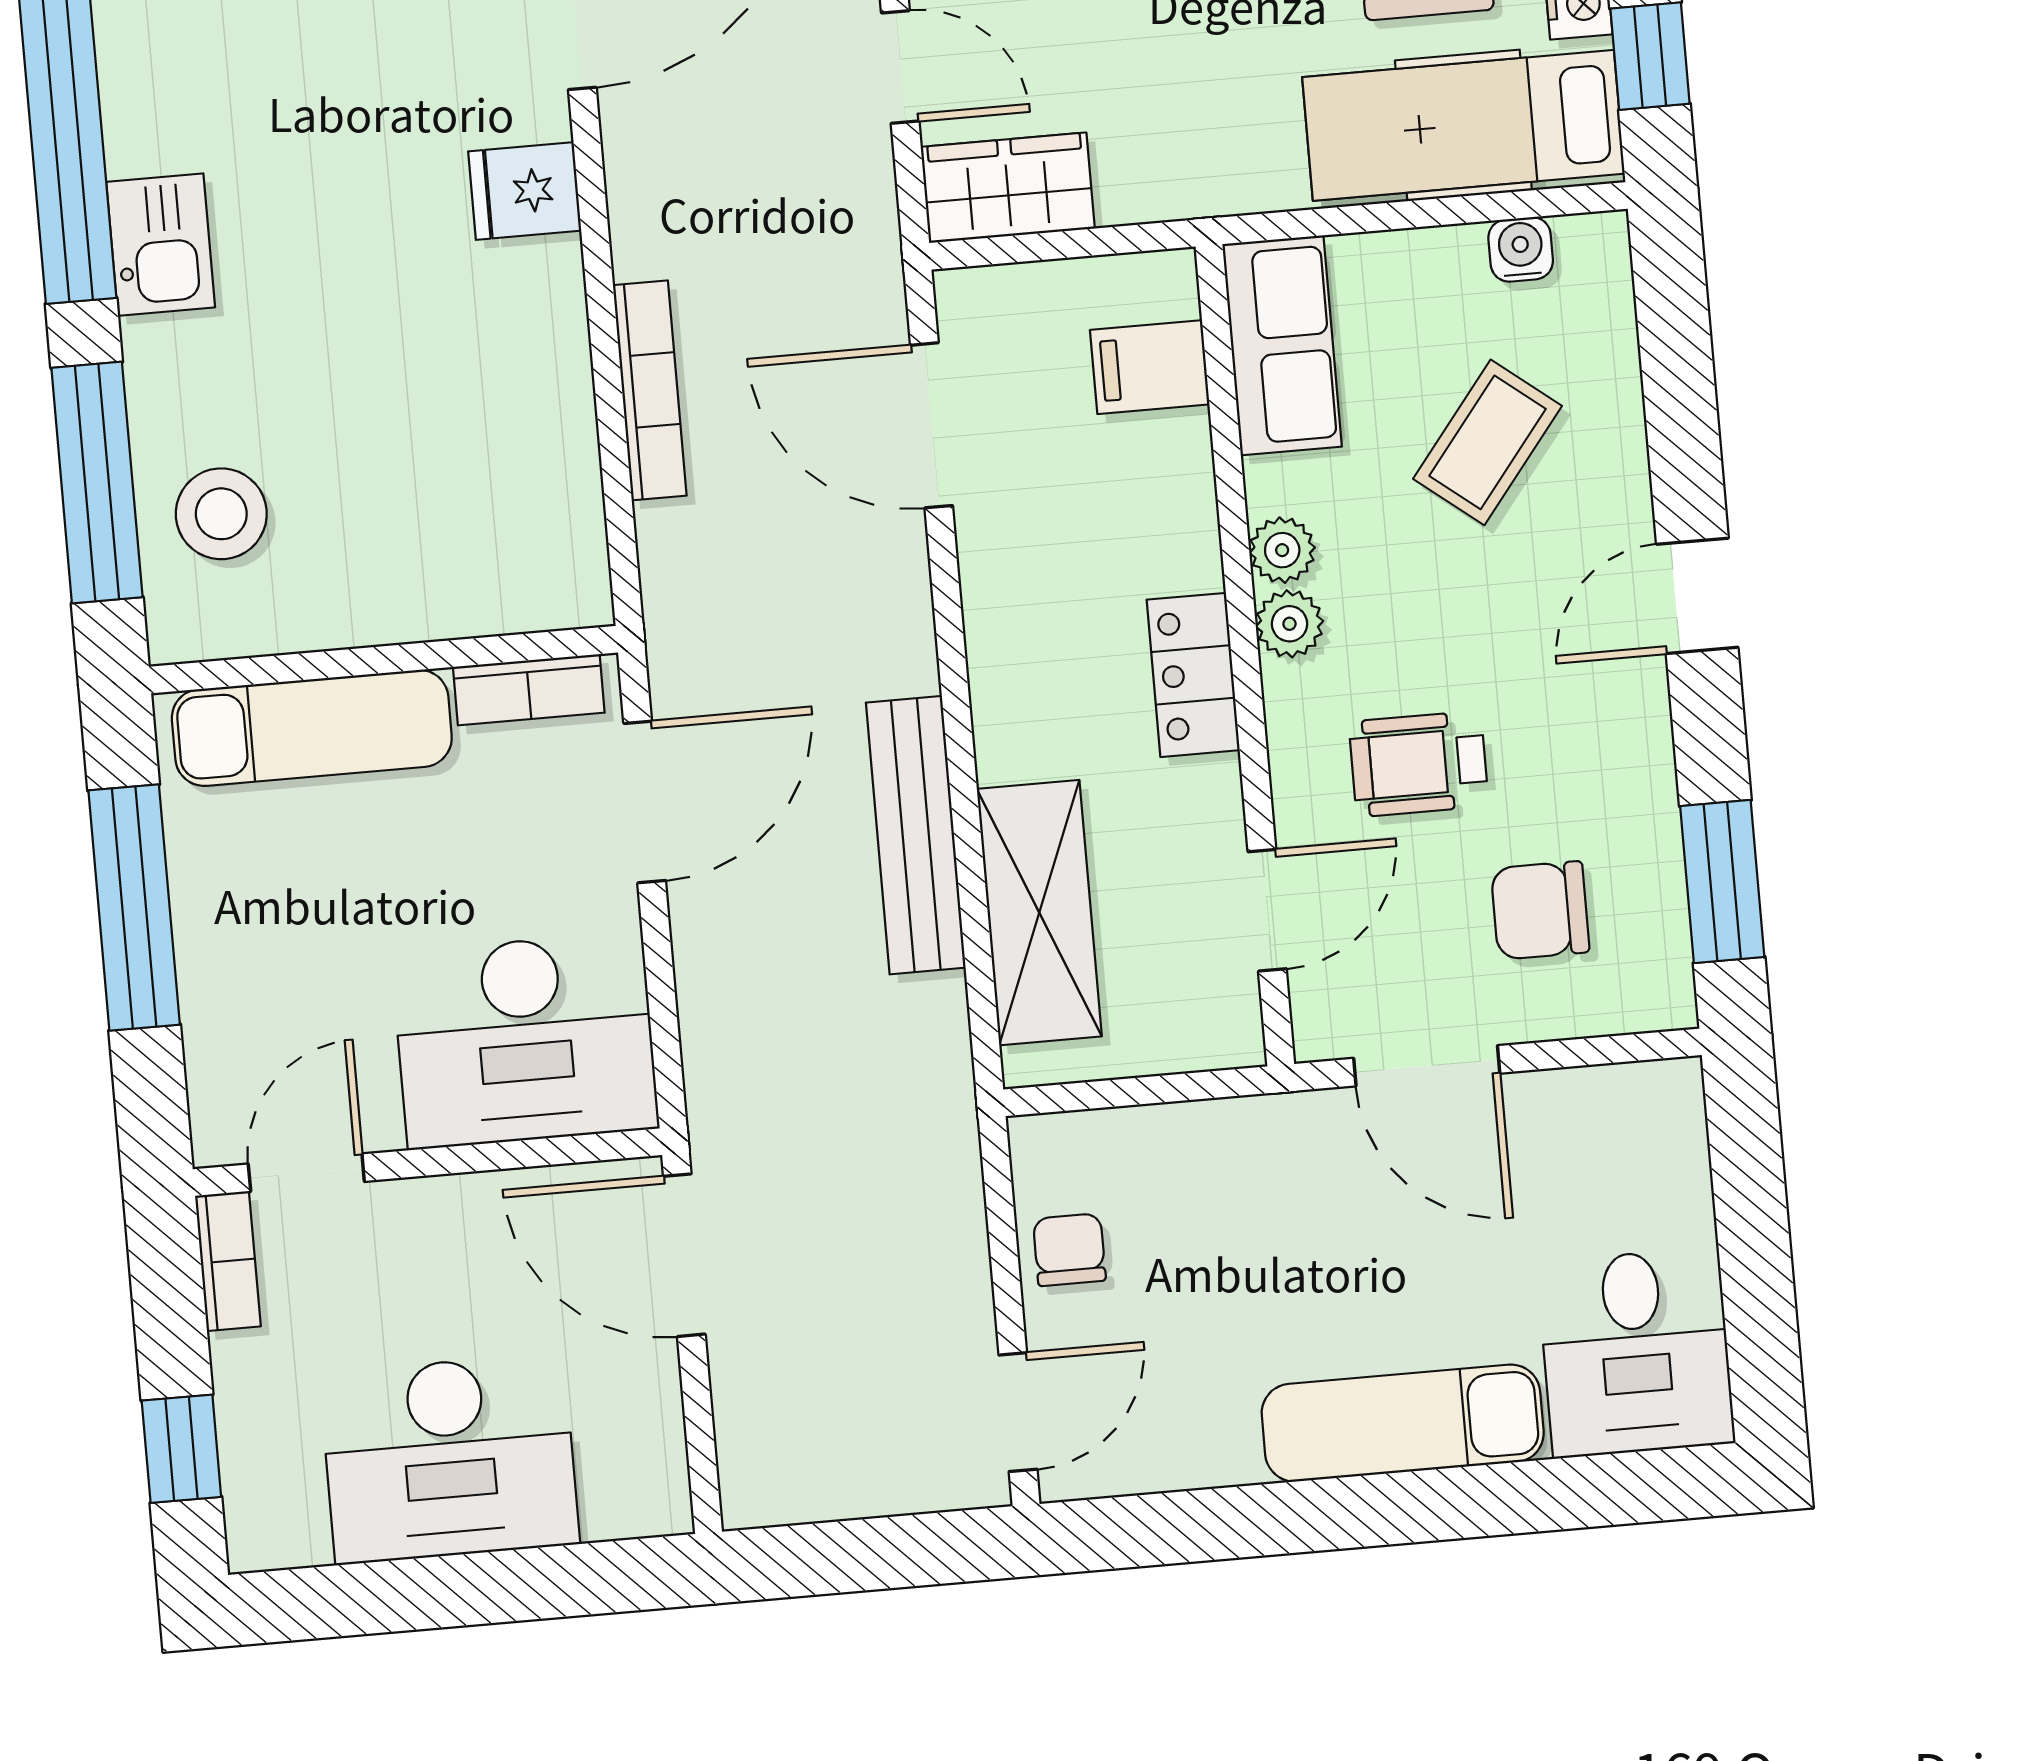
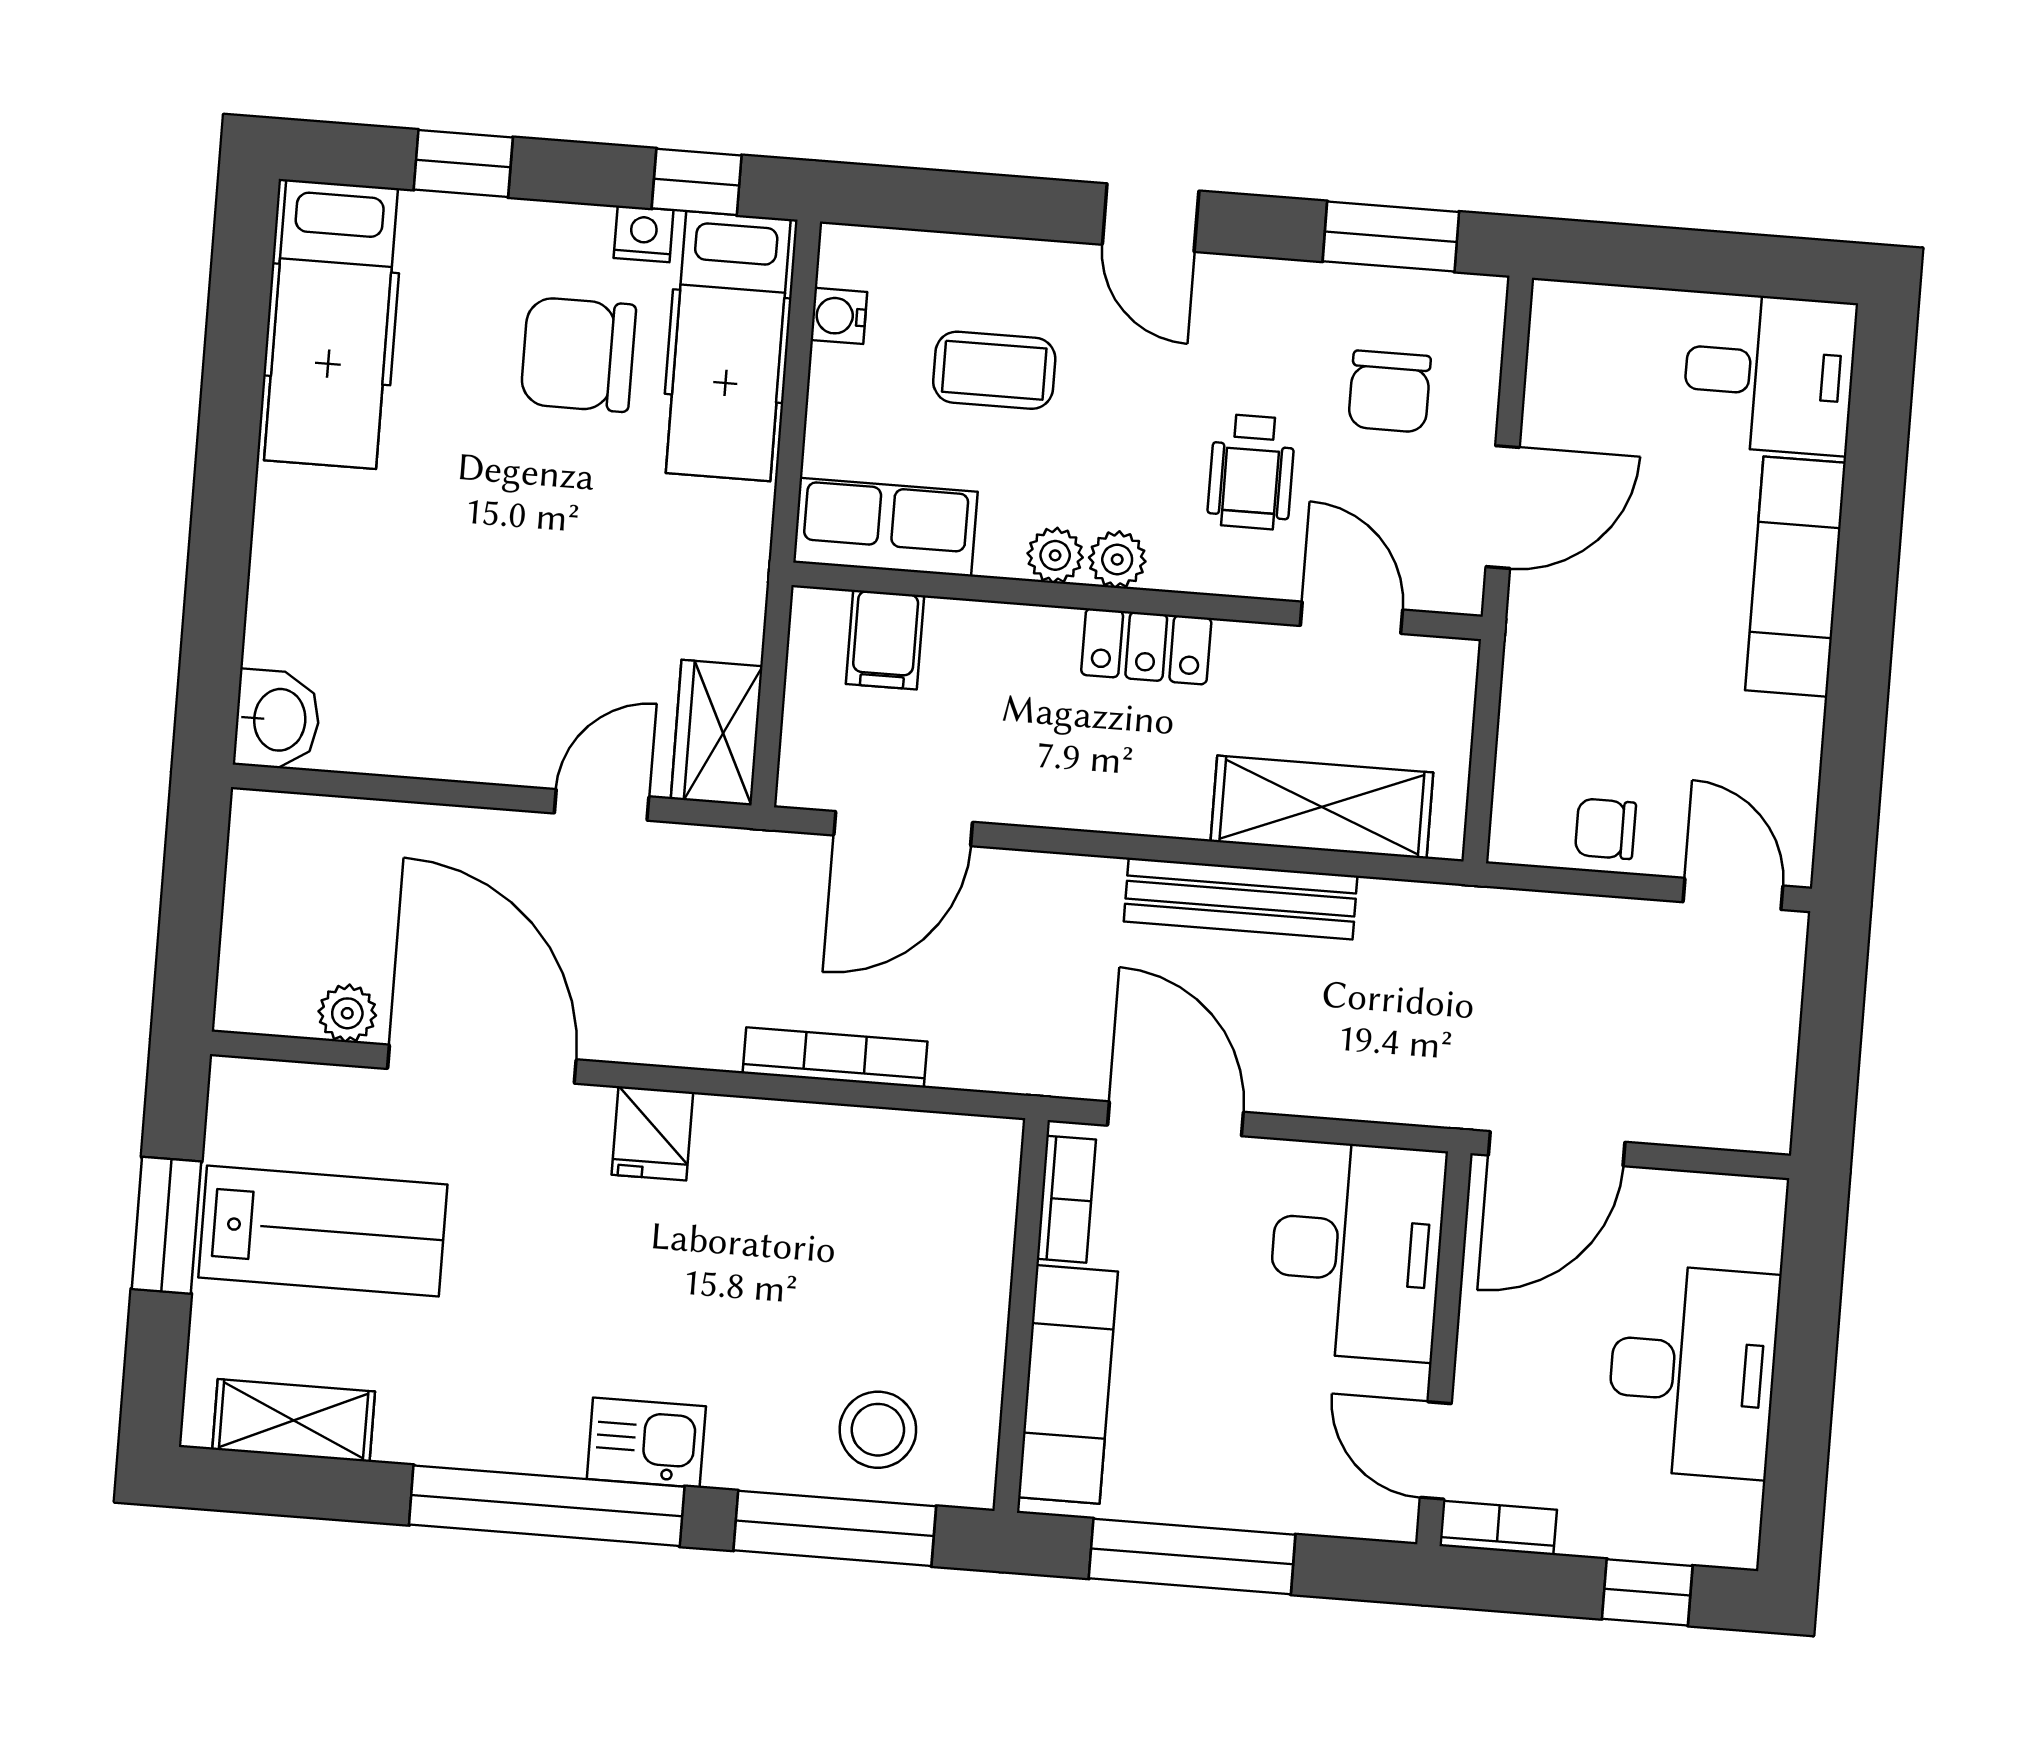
coffee table: (1487, 442) -> (994, 370), turned -38

